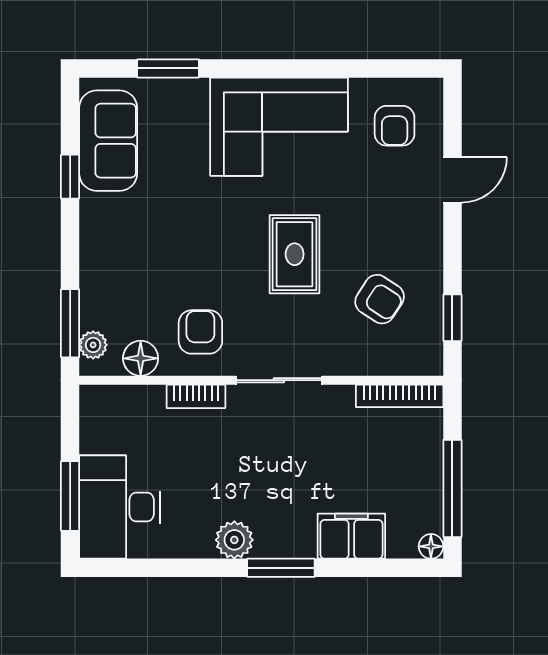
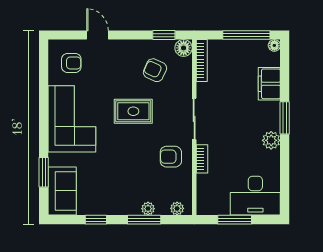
sofa: (108, 141) -> (62, 191), moved, turned 90
plant: (93, 285) -> (148, 209), added
armchair: (380, 299) -> (155, 70), turned -98
window: (70, 323) -> (144, 220), moved
floor lamp: (141, 358) -> (184, 48), moved
window: (70, 496) -> (235, 220), moved

